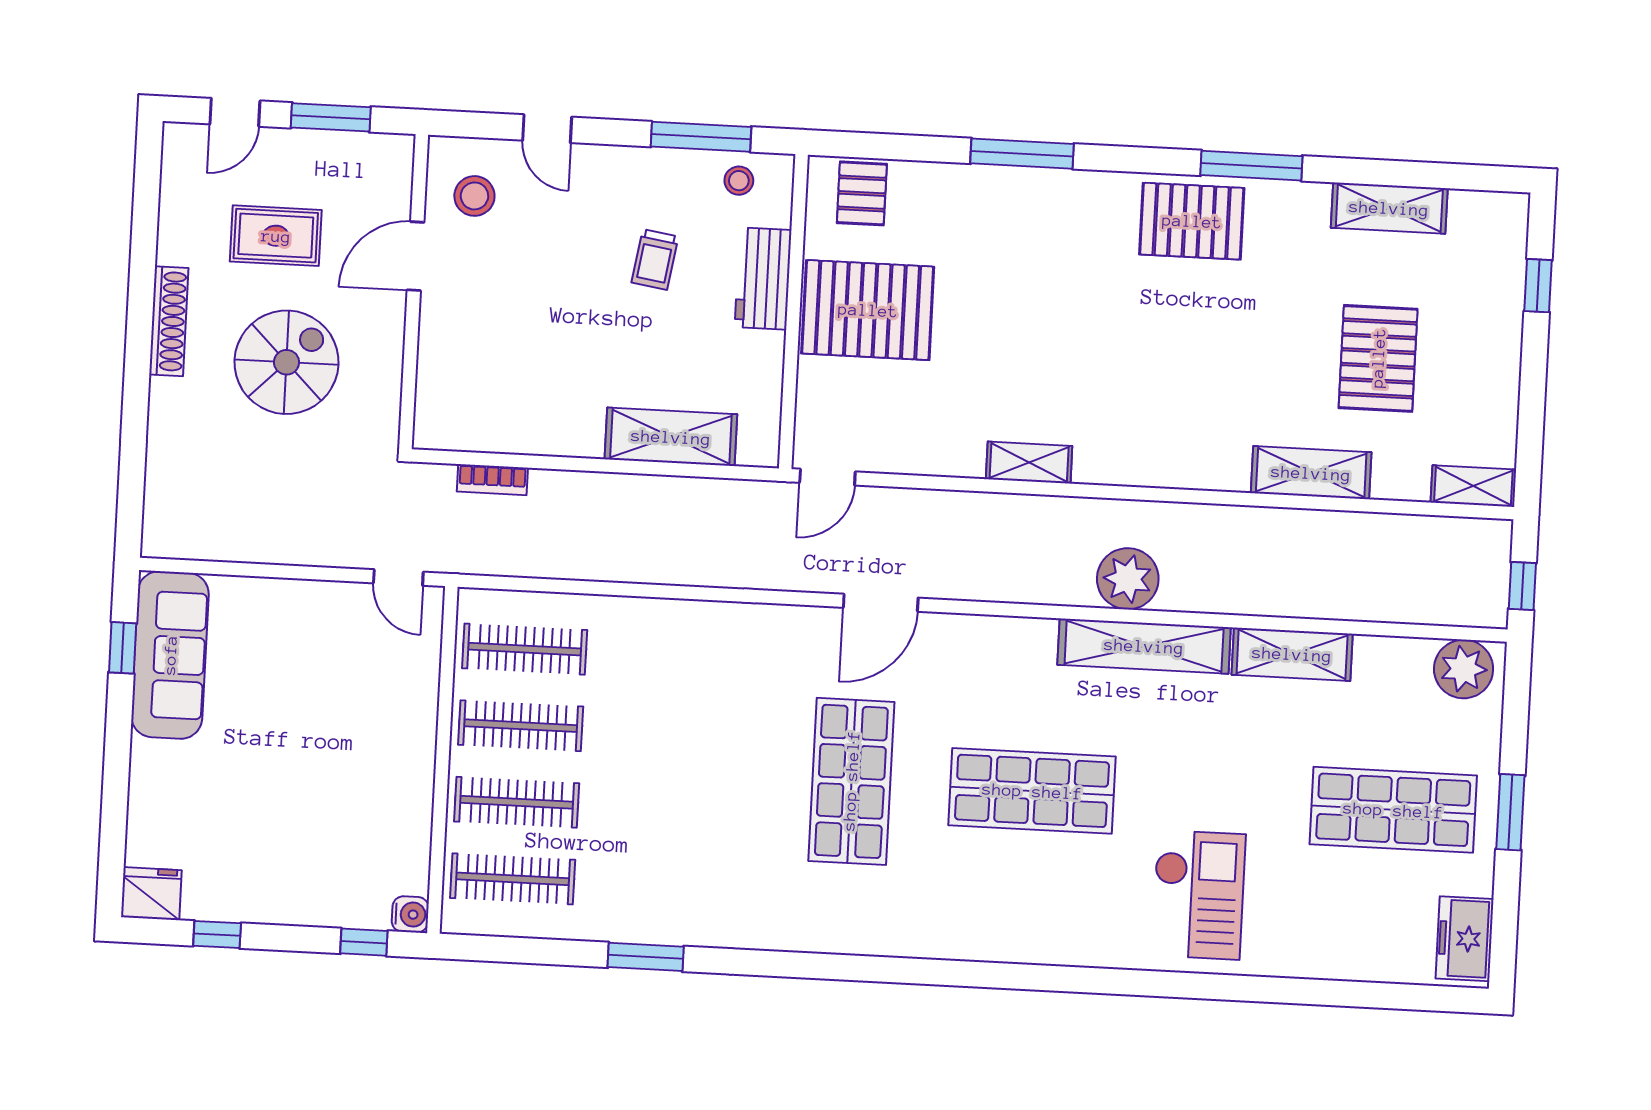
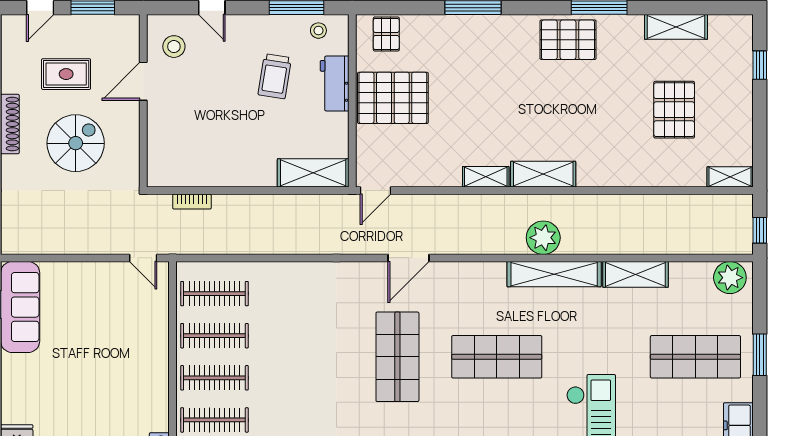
trolley: (655, 260) -> (275, 76), width x1.36, depth x1.39
shelving: (671, 437) -> (313, 173), moved
shelving: (1311, 473) -> (543, 174), moved

